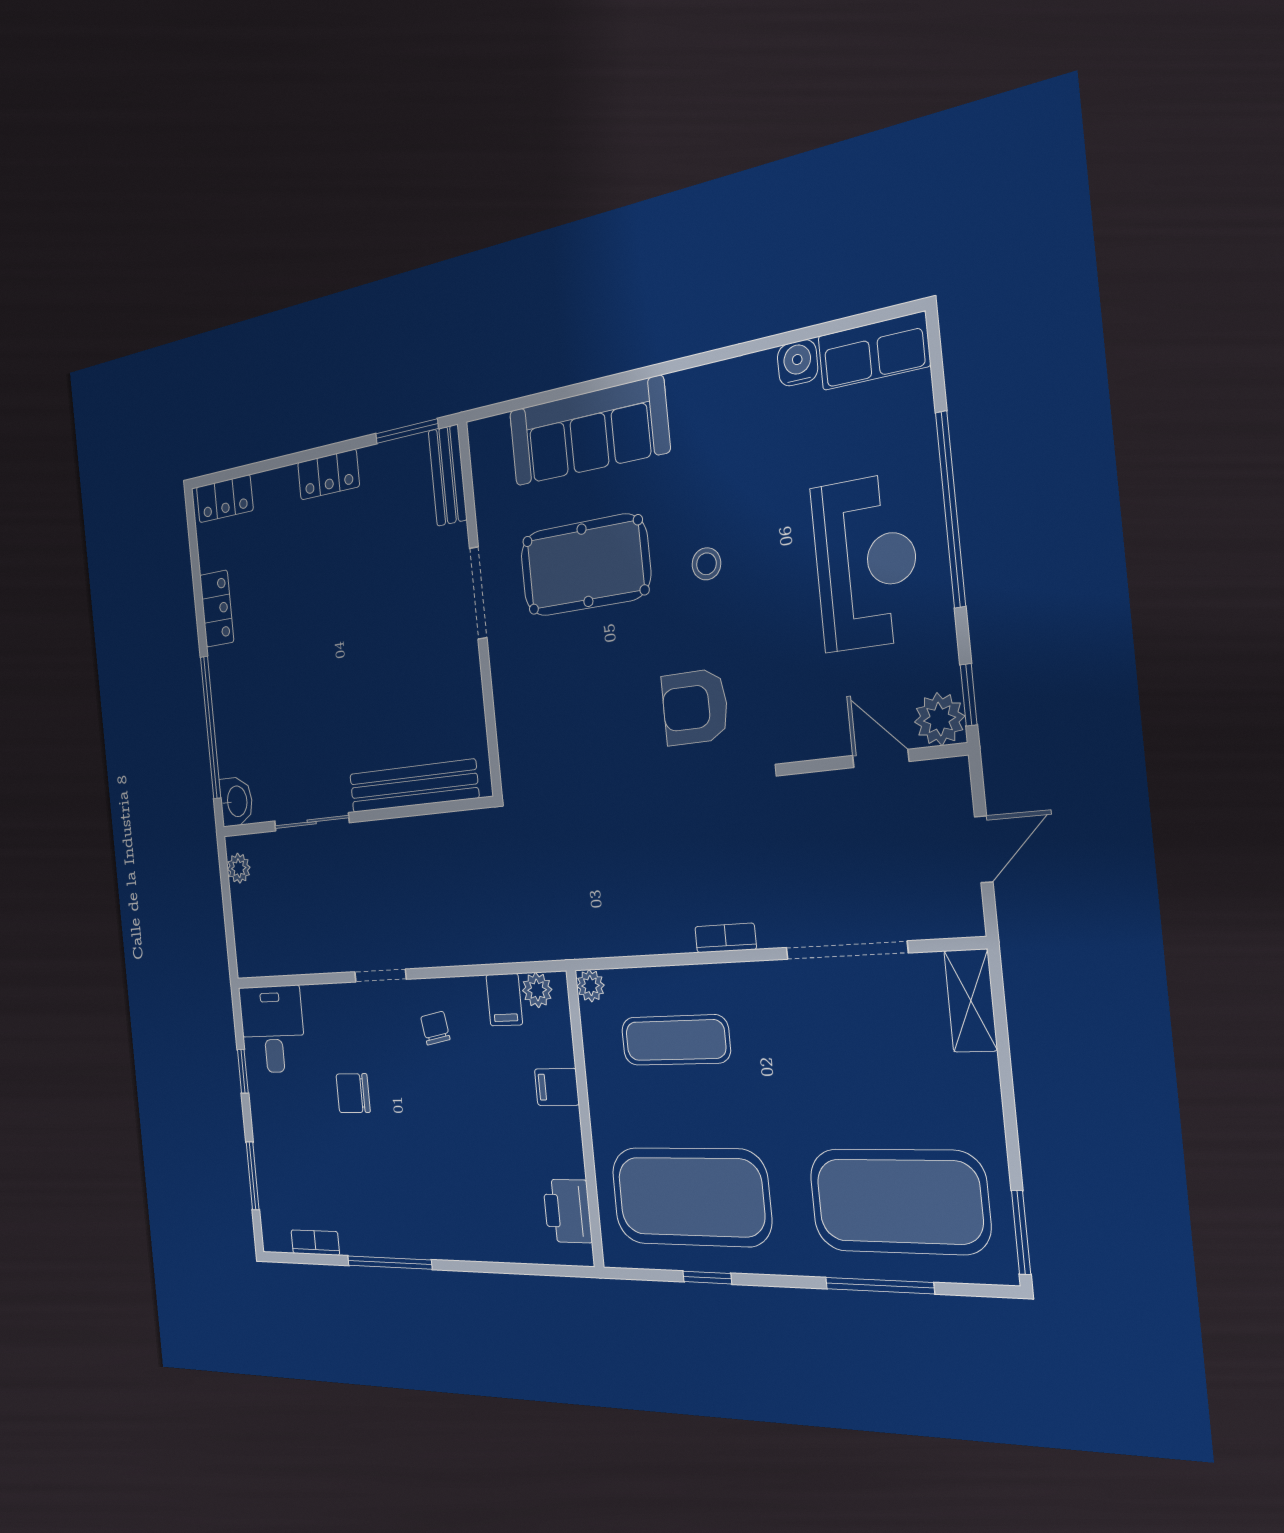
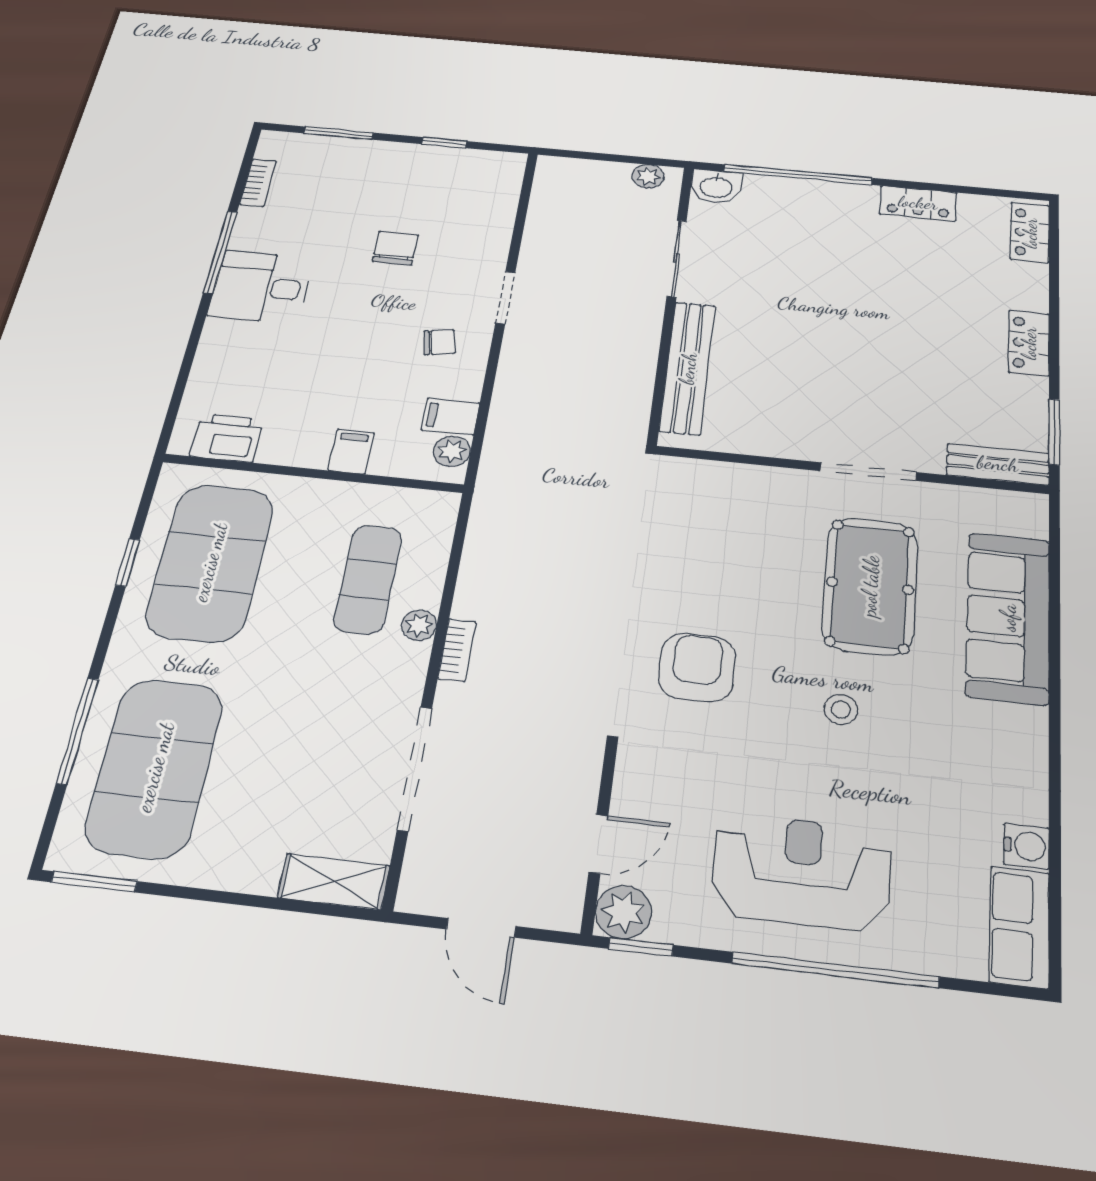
reception desk: (866, 563) -> (802, 872), turned 180
plant: (591, 986) -> (419, 625), moved
desk: (272, 1029) -> (261, 287), moved, turned 180

